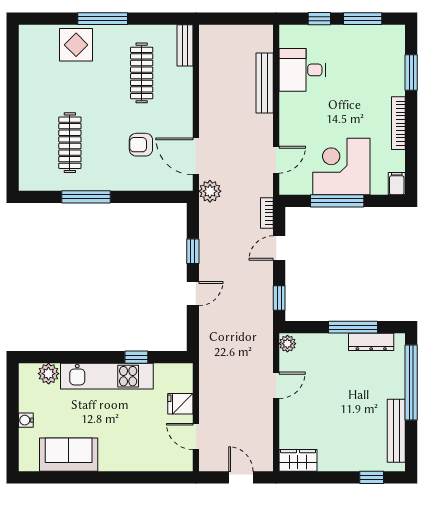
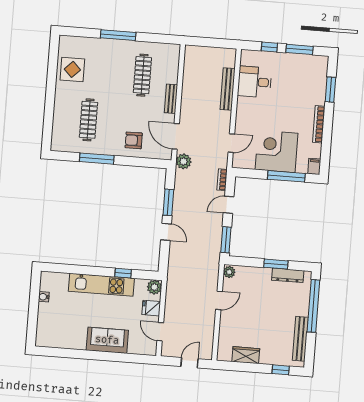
display table: (76, 45) -> (72, 69), moved
bench: (185, 45) -> (171, 99), moved
armchair: (141, 145) -> (134, 140), moved
window: (337, 201) -> (286, 176), moved
window: (193, 251) -> (168, 202), width x1.50
door: (193, 294) -> (166, 232), hinge flipped
window: (279, 298) -> (226, 240), width x1.50
window: (353, 327) -> (276, 264), width x0.69
plant: (49, 374) -> (154, 287), moved
water cooler: (26, 420) -> (44, 297), moved
sofa: (69, 455) -> (107, 340), moved
wardrobe: (298, 460) -> (246, 355), moved
door: (241, 477) -> (189, 363), hinge flipped

